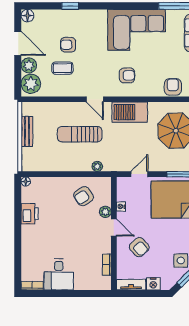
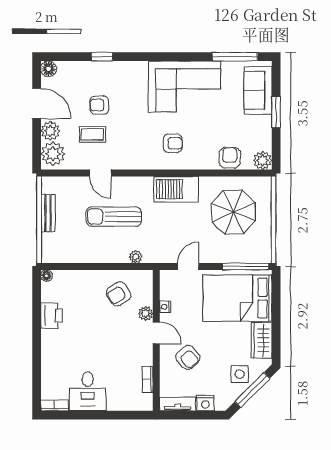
door: (95, 99) -> (100, 173), moved

